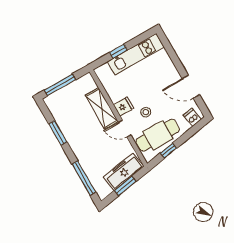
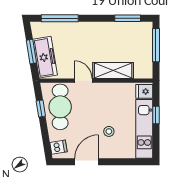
fridge: (124, 107) -> (144, 91), moved, turned 90
stool: (146, 112) -> (109, 131), moved
door: (125, 129) -> (83, 81), hinge flipped
window: (58, 133) -> (128, 18), moved

